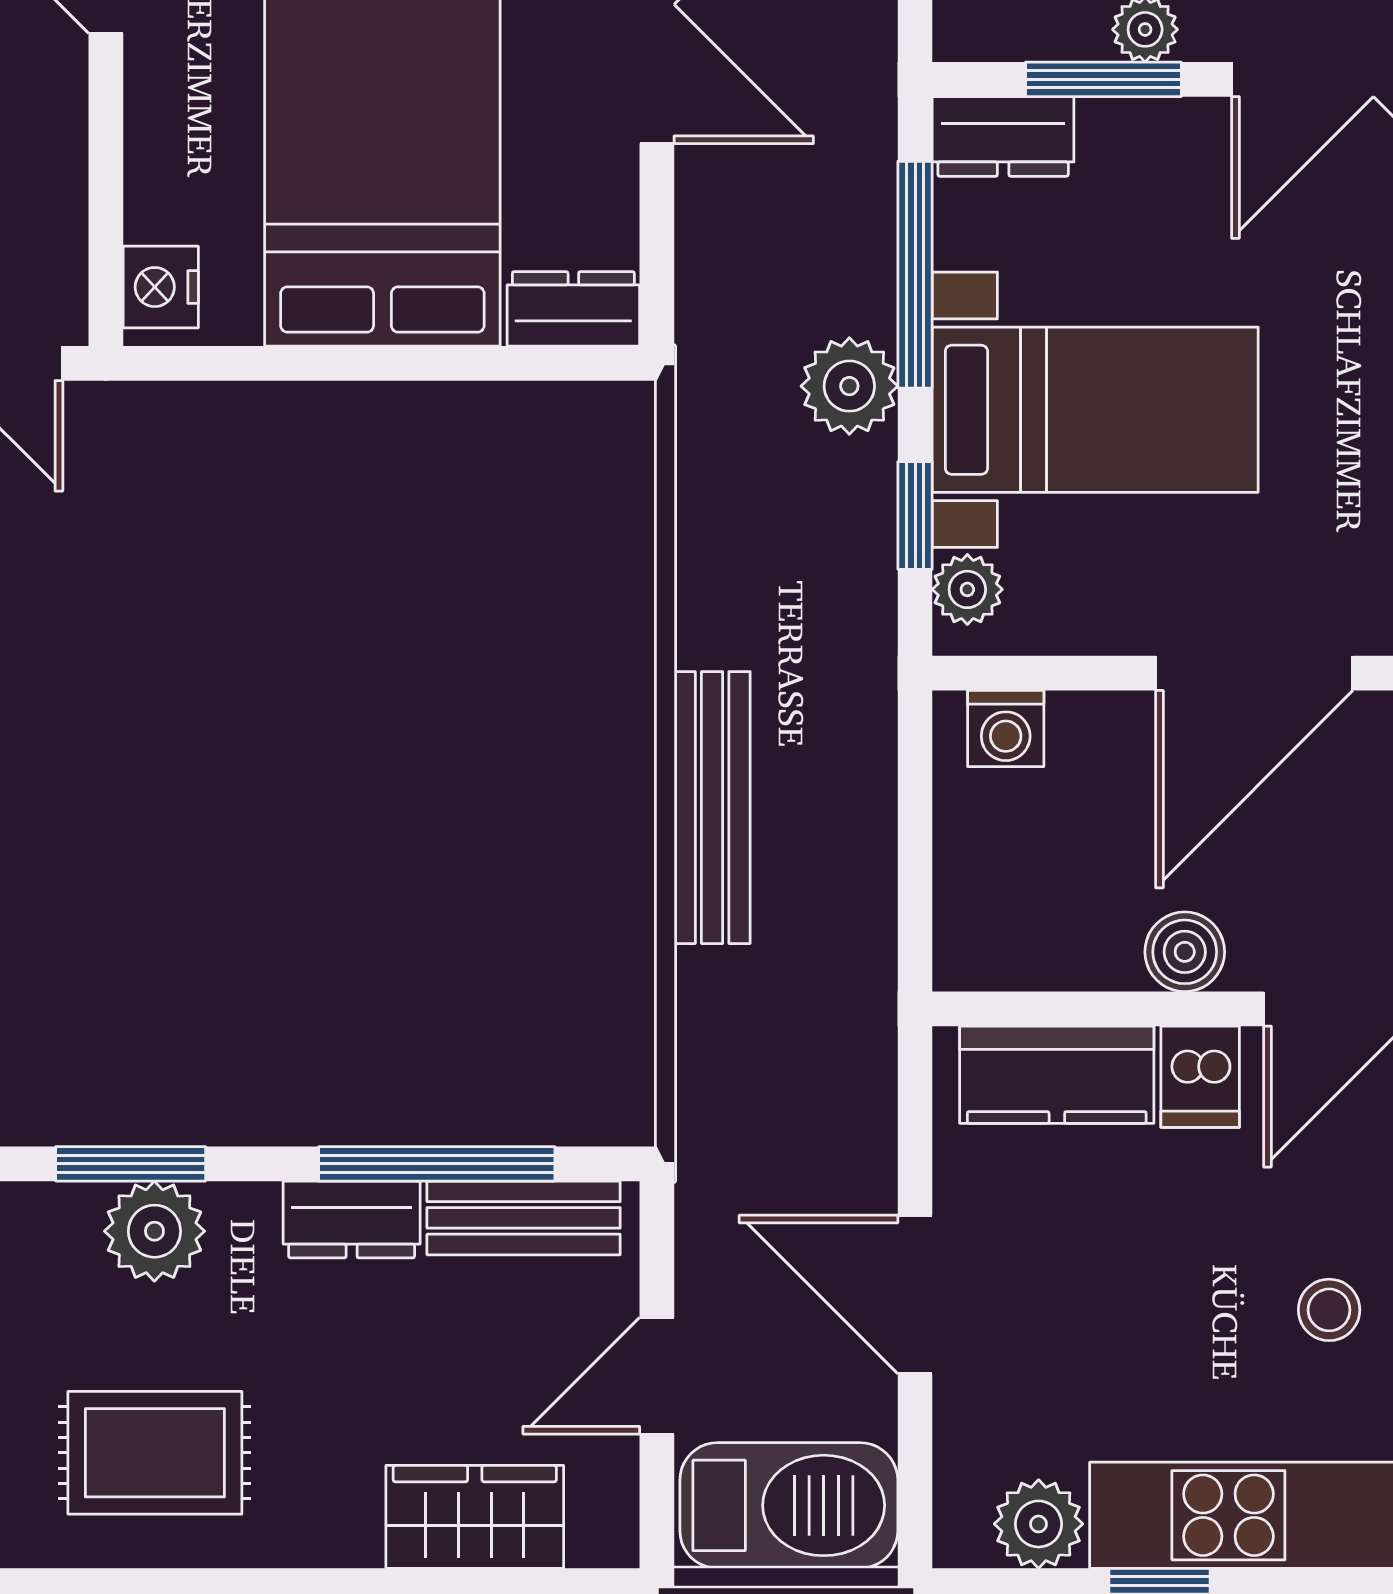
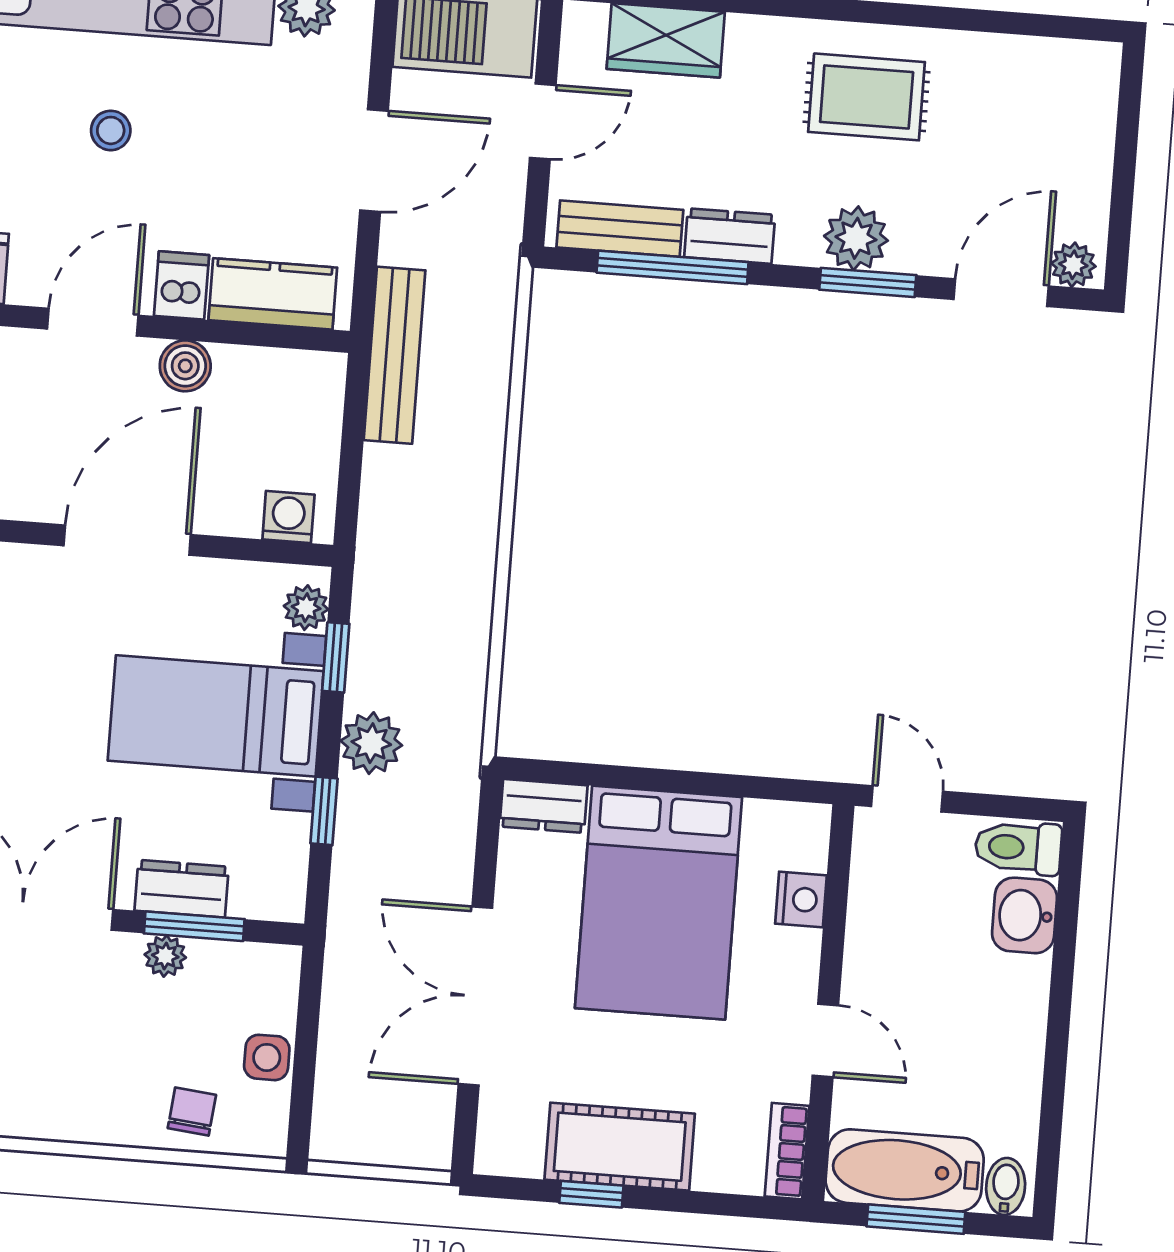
dresser: (1003, 136) -> (182, 889), moved
window: (915, 275) -> (324, 811), width x0.46
nightstand: (161, 287) -> (801, 899), moved
bench: (712, 808) -> (395, 355), moved
door: (915, 1294) -> (374, 161), hinge flipped

